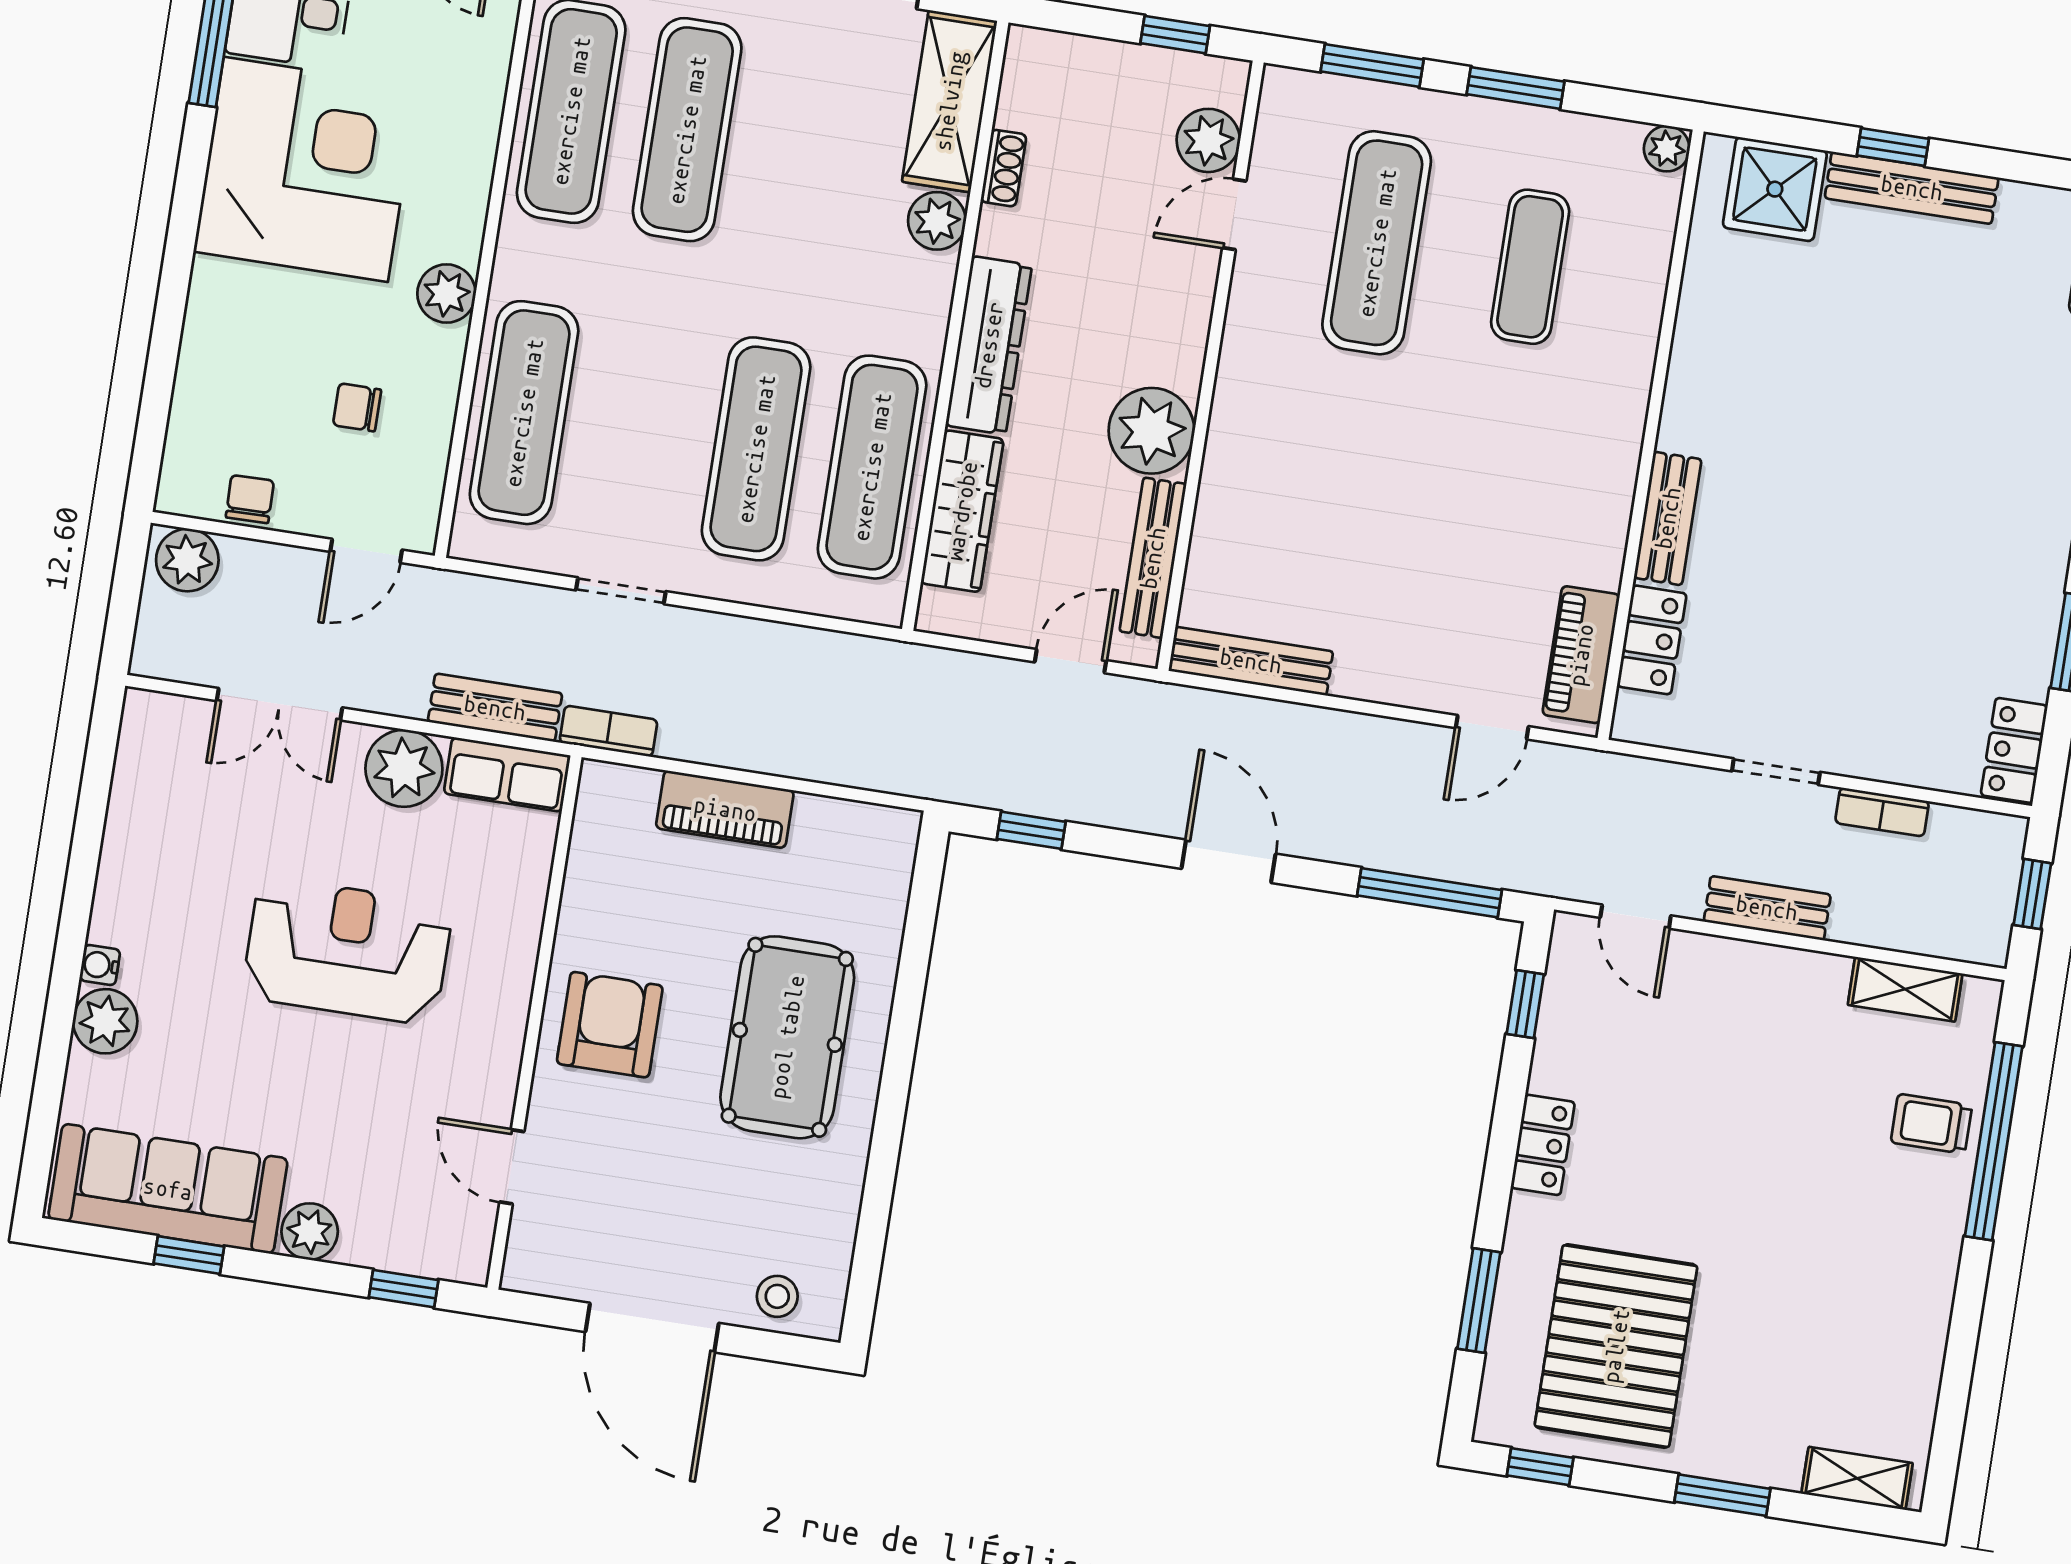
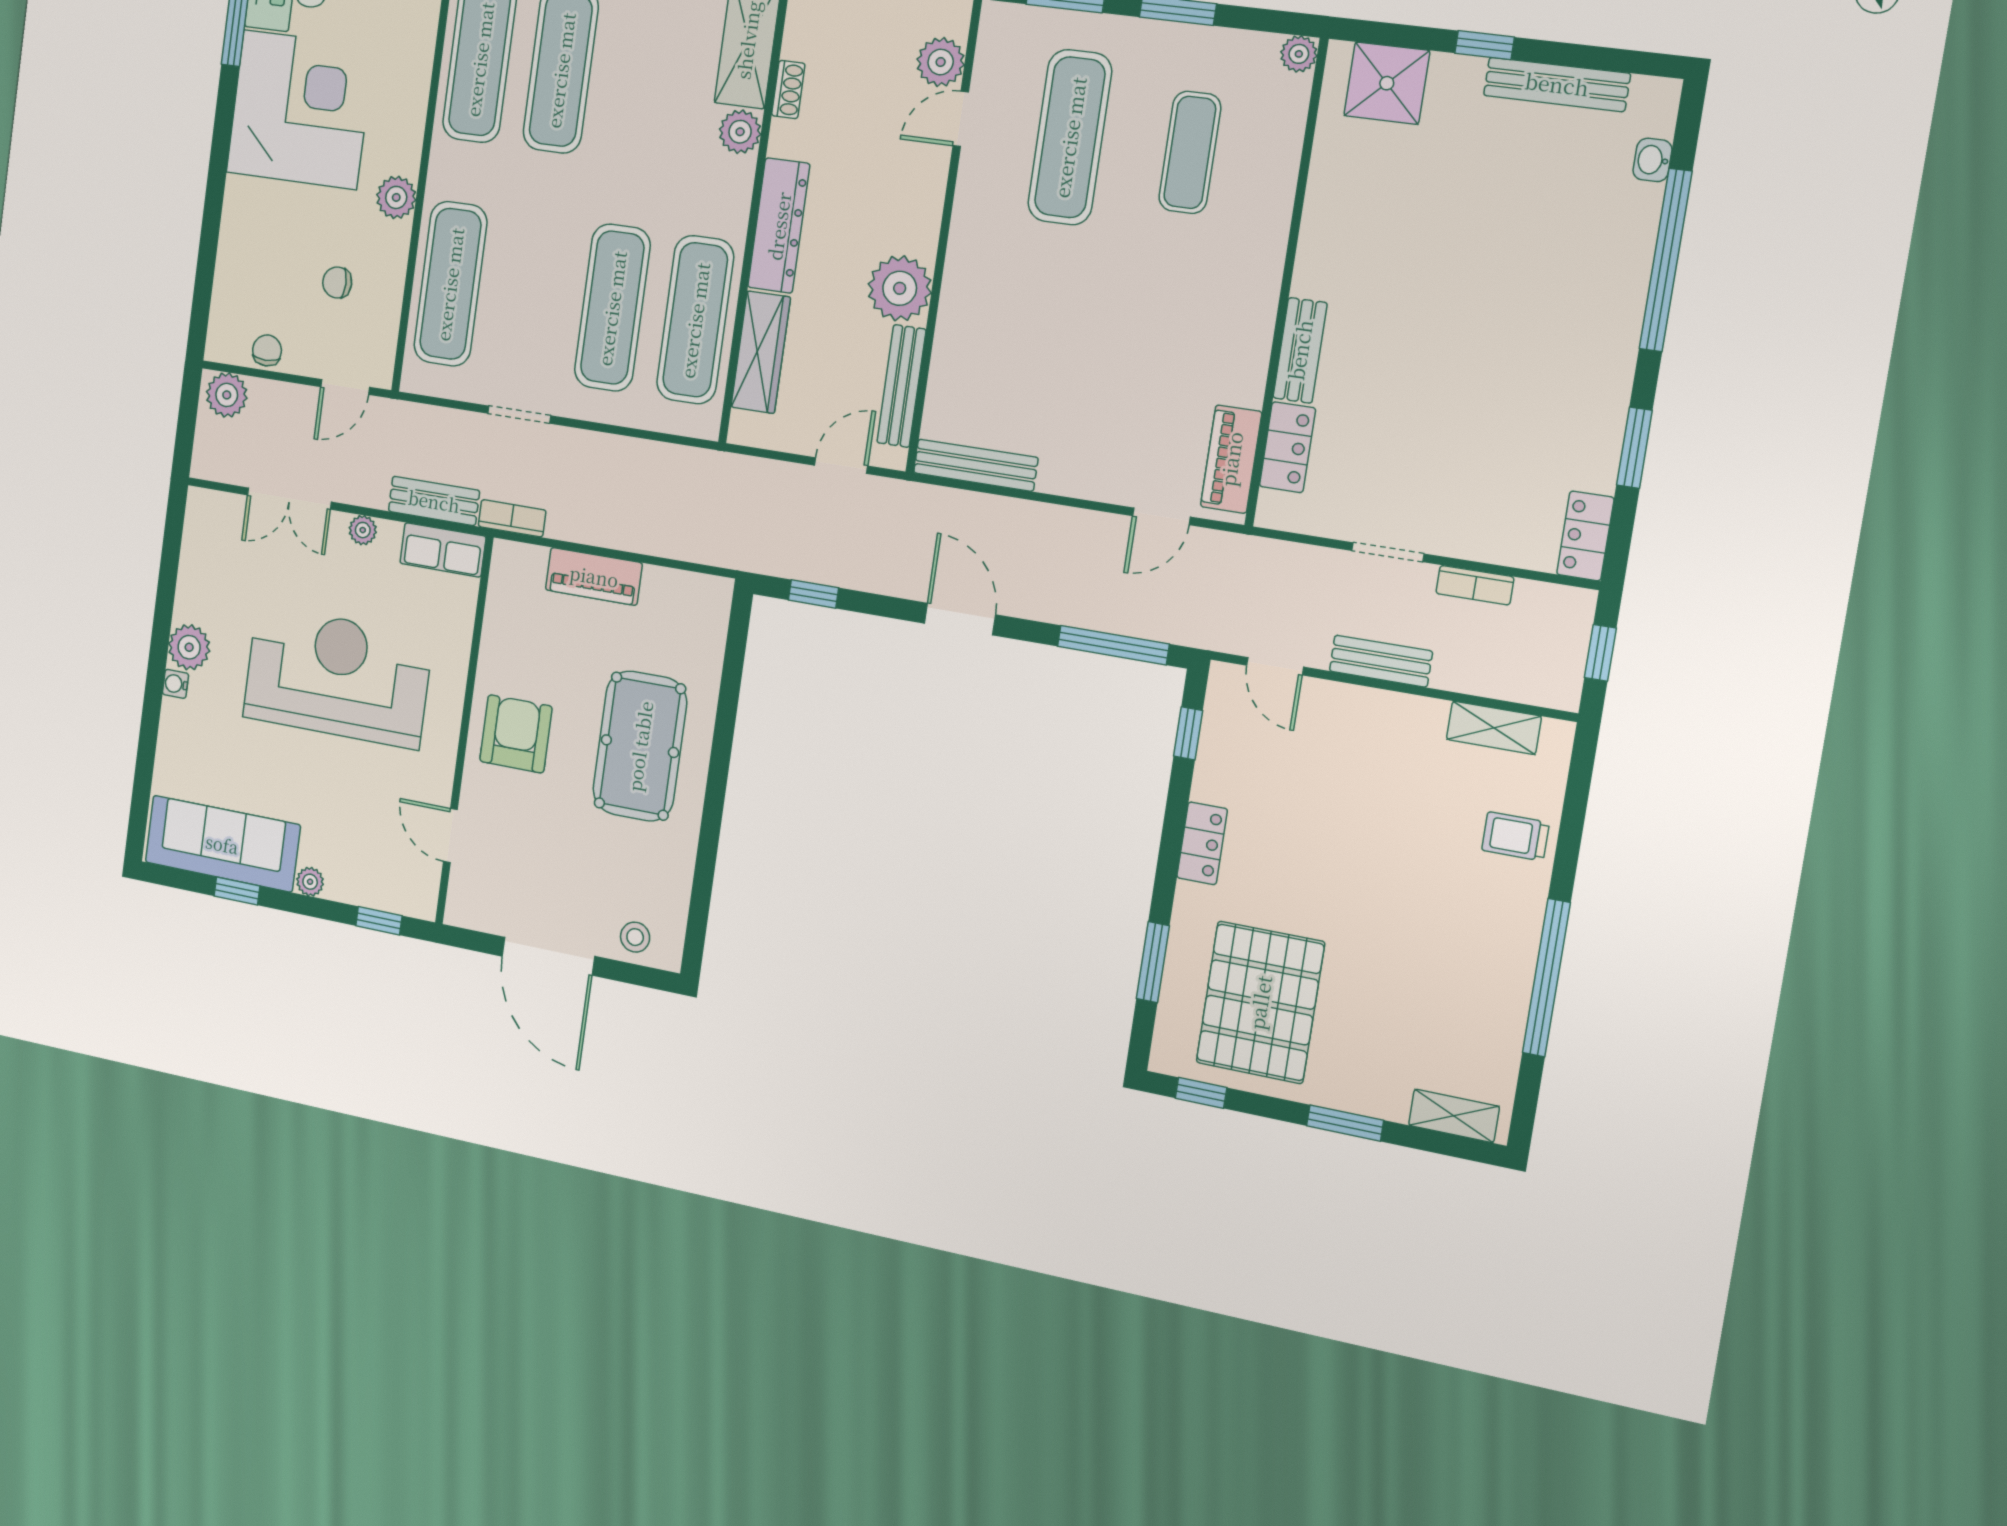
bench: (1912, 188) -> (1557, 84), moved
plant: (404, 768) -> (363, 530), width x0.53, depth x0.53
reception desk: (347, 951) -> (337, 677), width x1.36, depth x1.30
plant: (105, 1021) -> (189, 647), moved
window: (1994, 1141) -> (1546, 978), moved
plant: (310, 1232) -> (310, 882), width x0.73, depth x0.73

